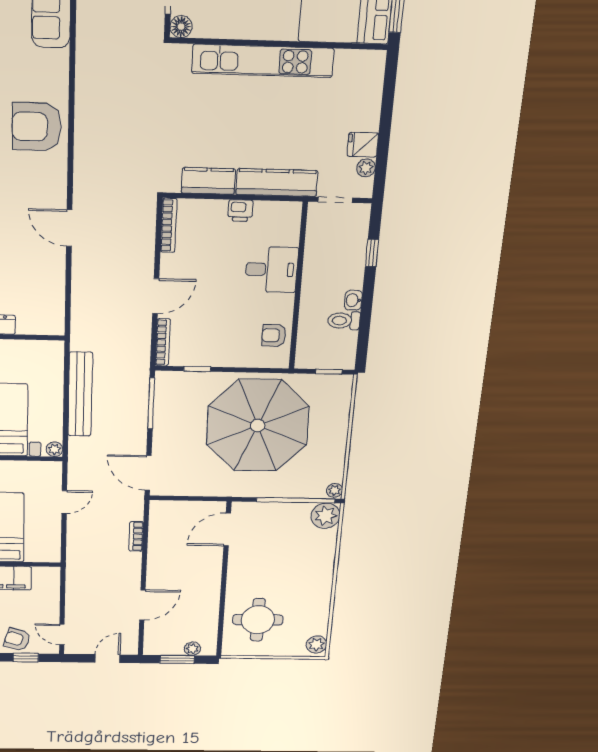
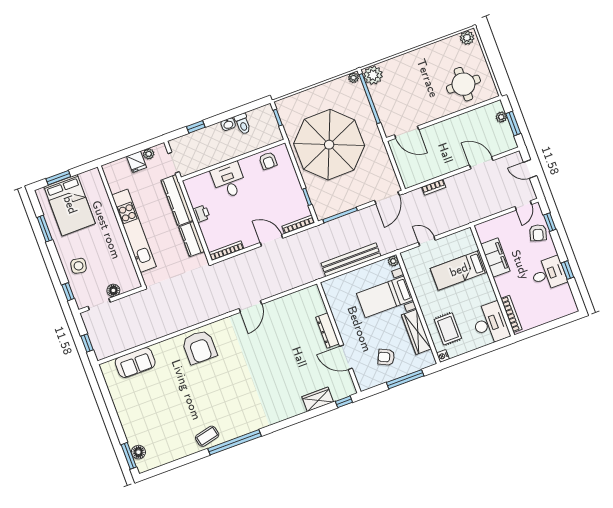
wall: (279, 44) -> (121, 226), moved
kitchen unit: (263, 61) -> (134, 231), moved

